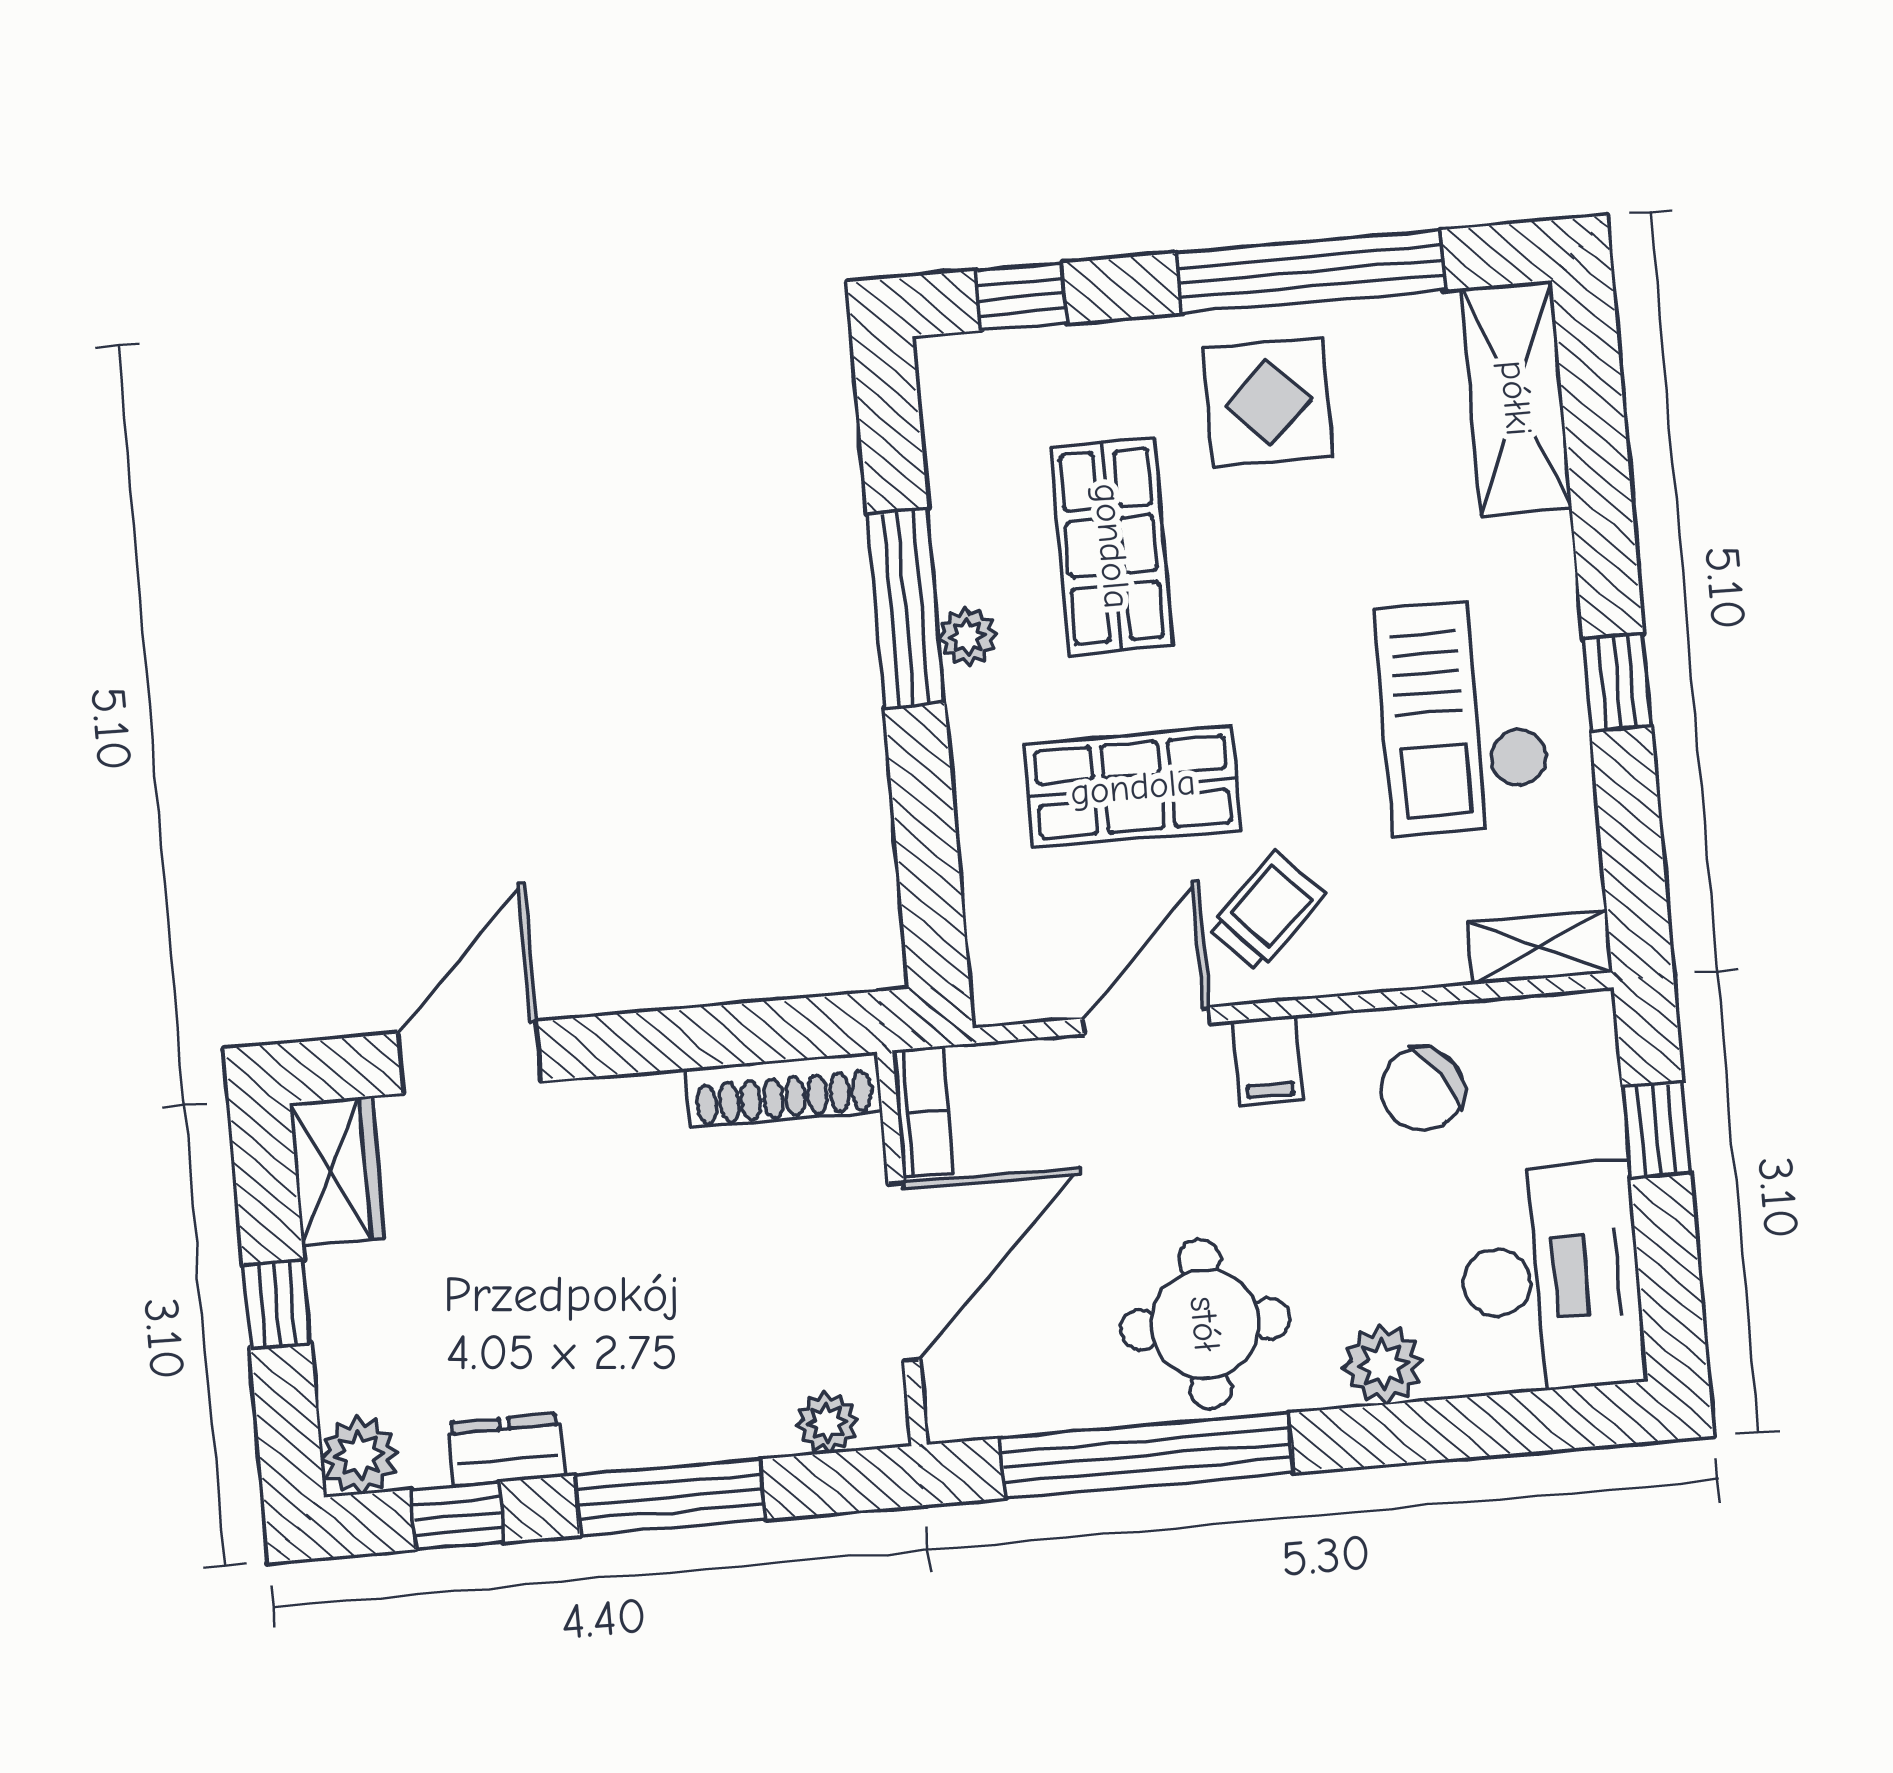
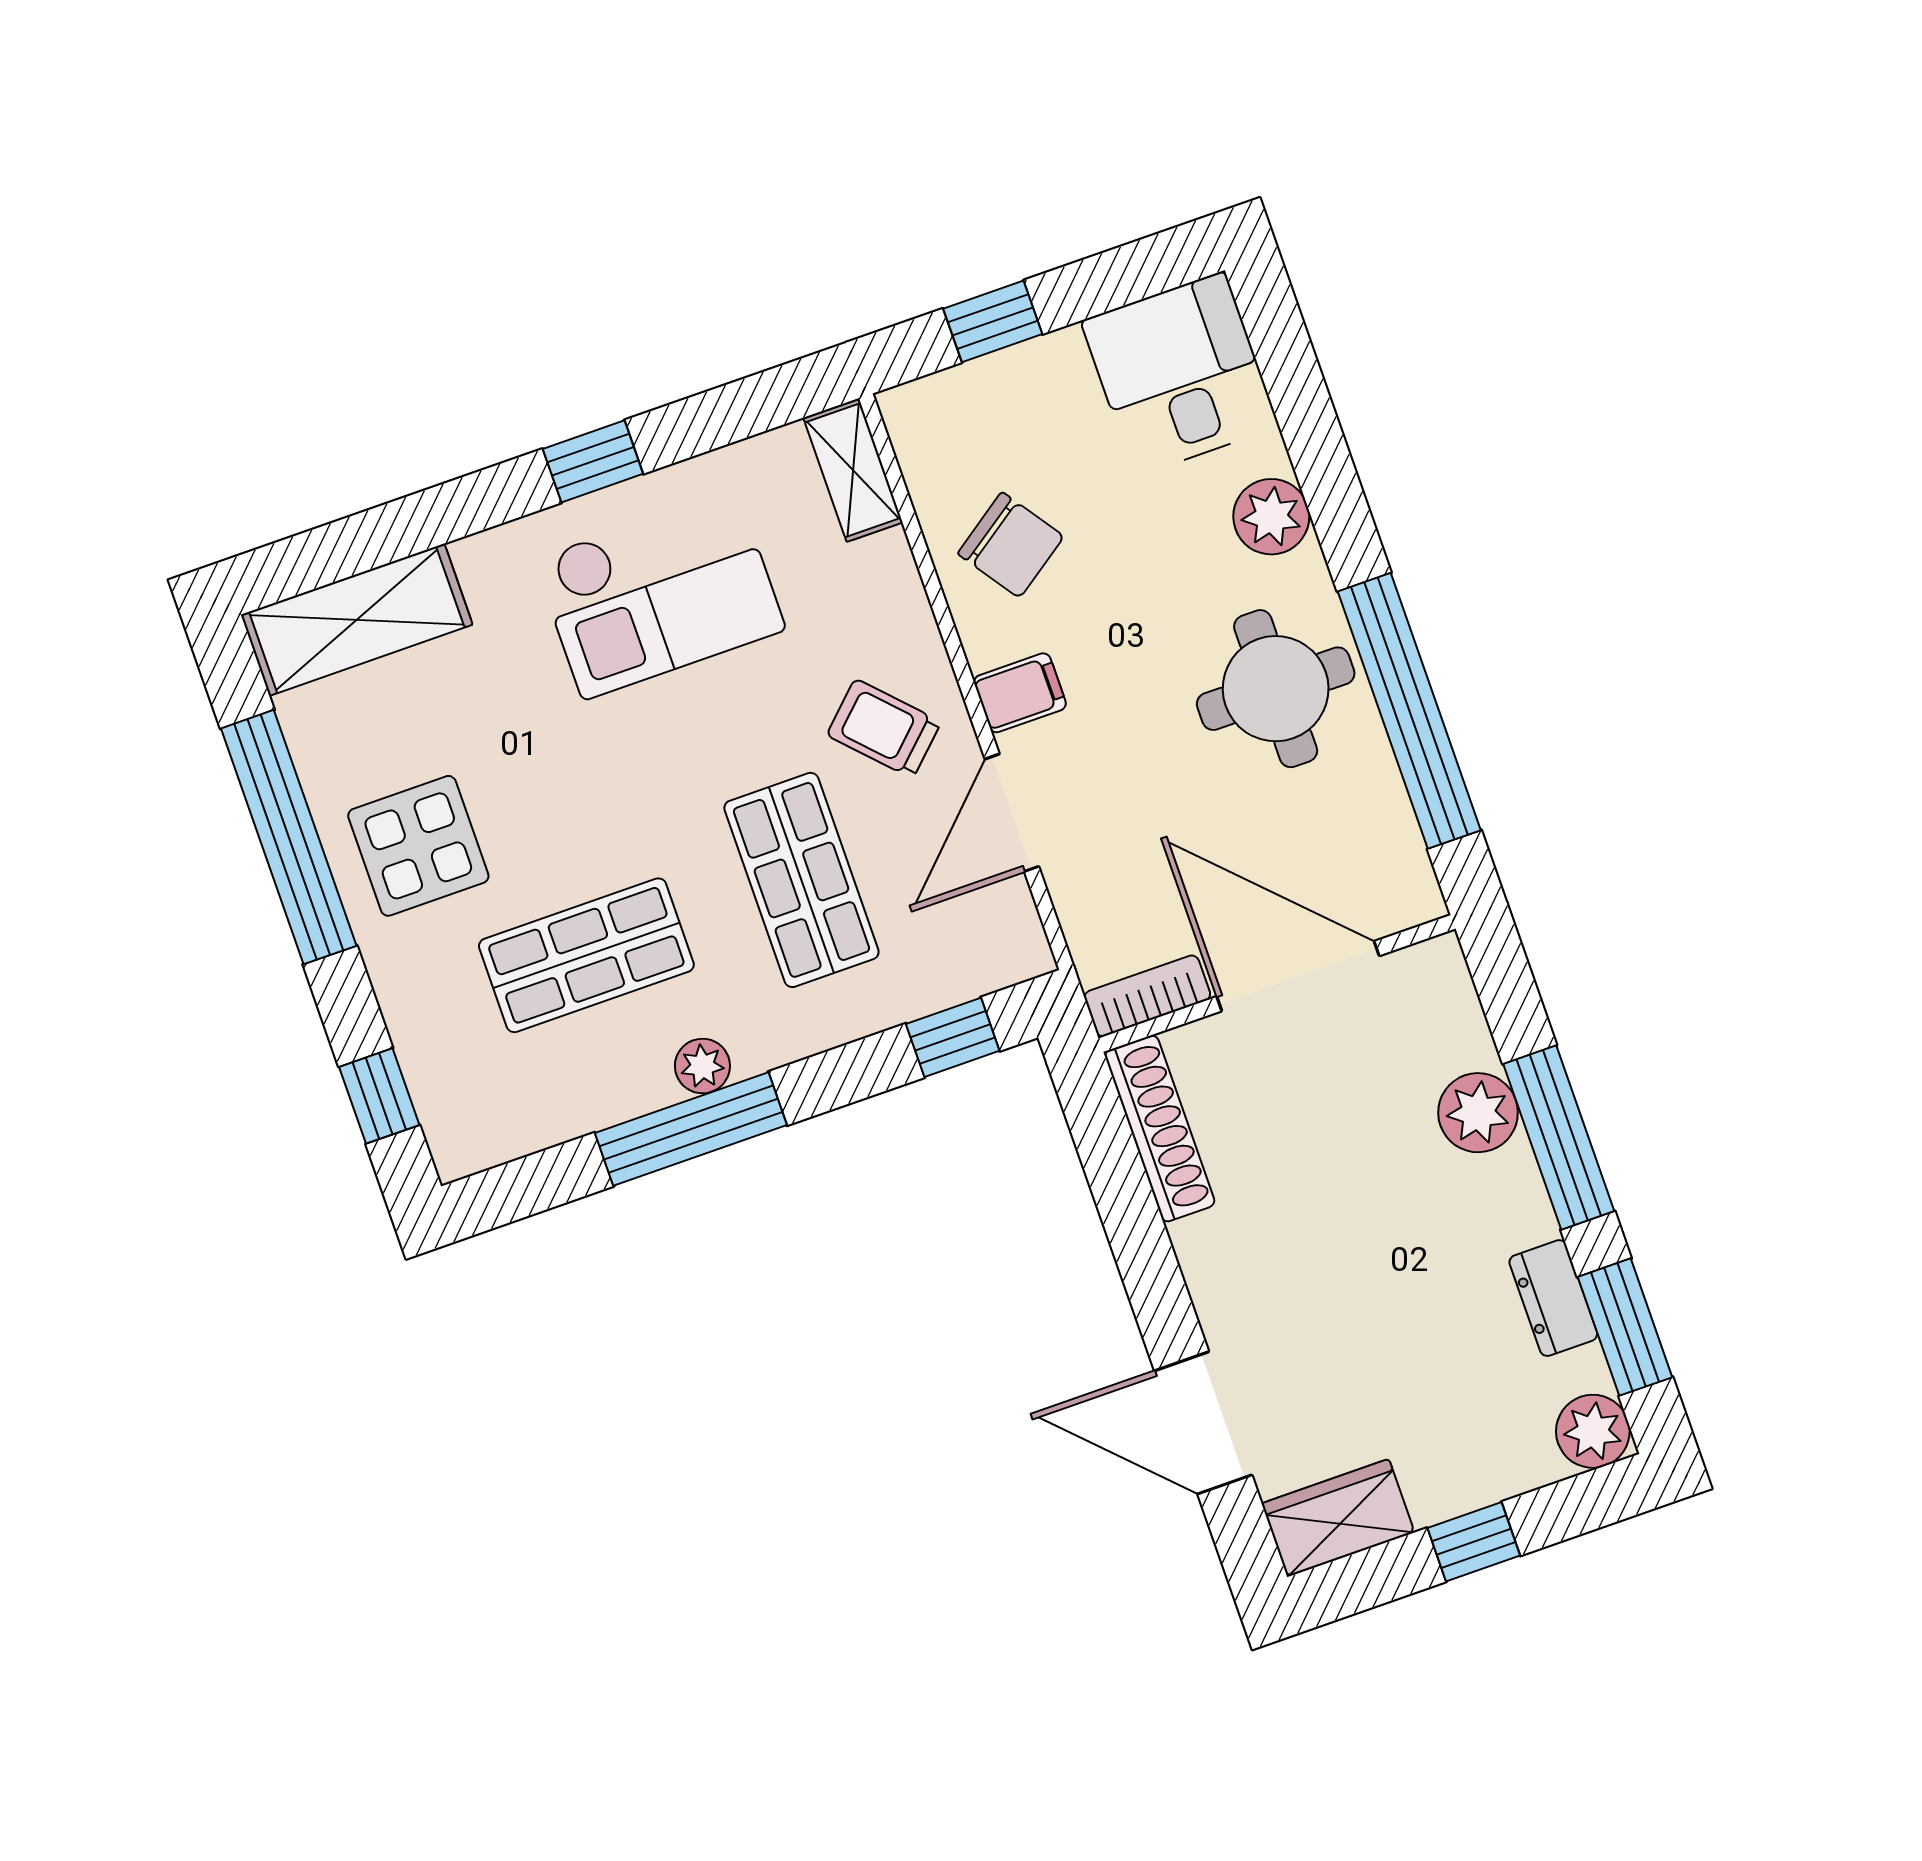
window: (931, 901) -> (953, 1037), added
door: (1147, 1021) -> (1012, 813), hinge flipped
desk: (1551, 1278) -> (1180, 374), width x0.73
plant: (827, 1423) -> (1478, 1113), moved, width x1.38, depth x1.38
window: (458, 1516) -> (1625, 1327), width x1.50

